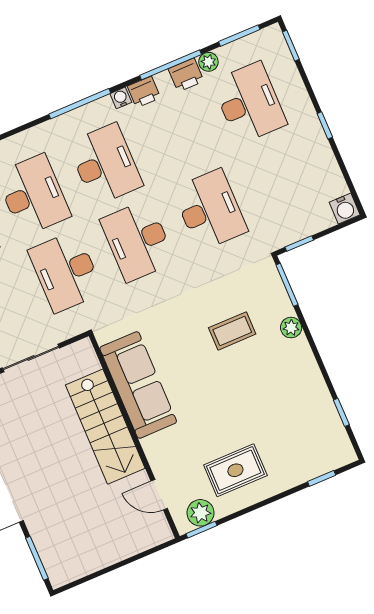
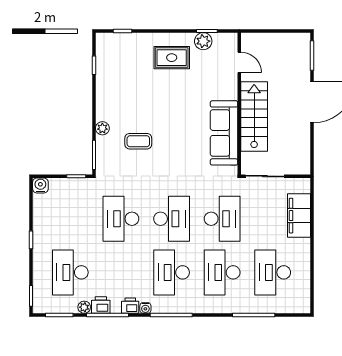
sofa: (138, 385) -> (224, 133), moved
stairs: (105, 427) -> (254, 117), moved
wall: (134, 436) -> (239, 104), moved
door: (159, 495) -> (239, 62), moved

